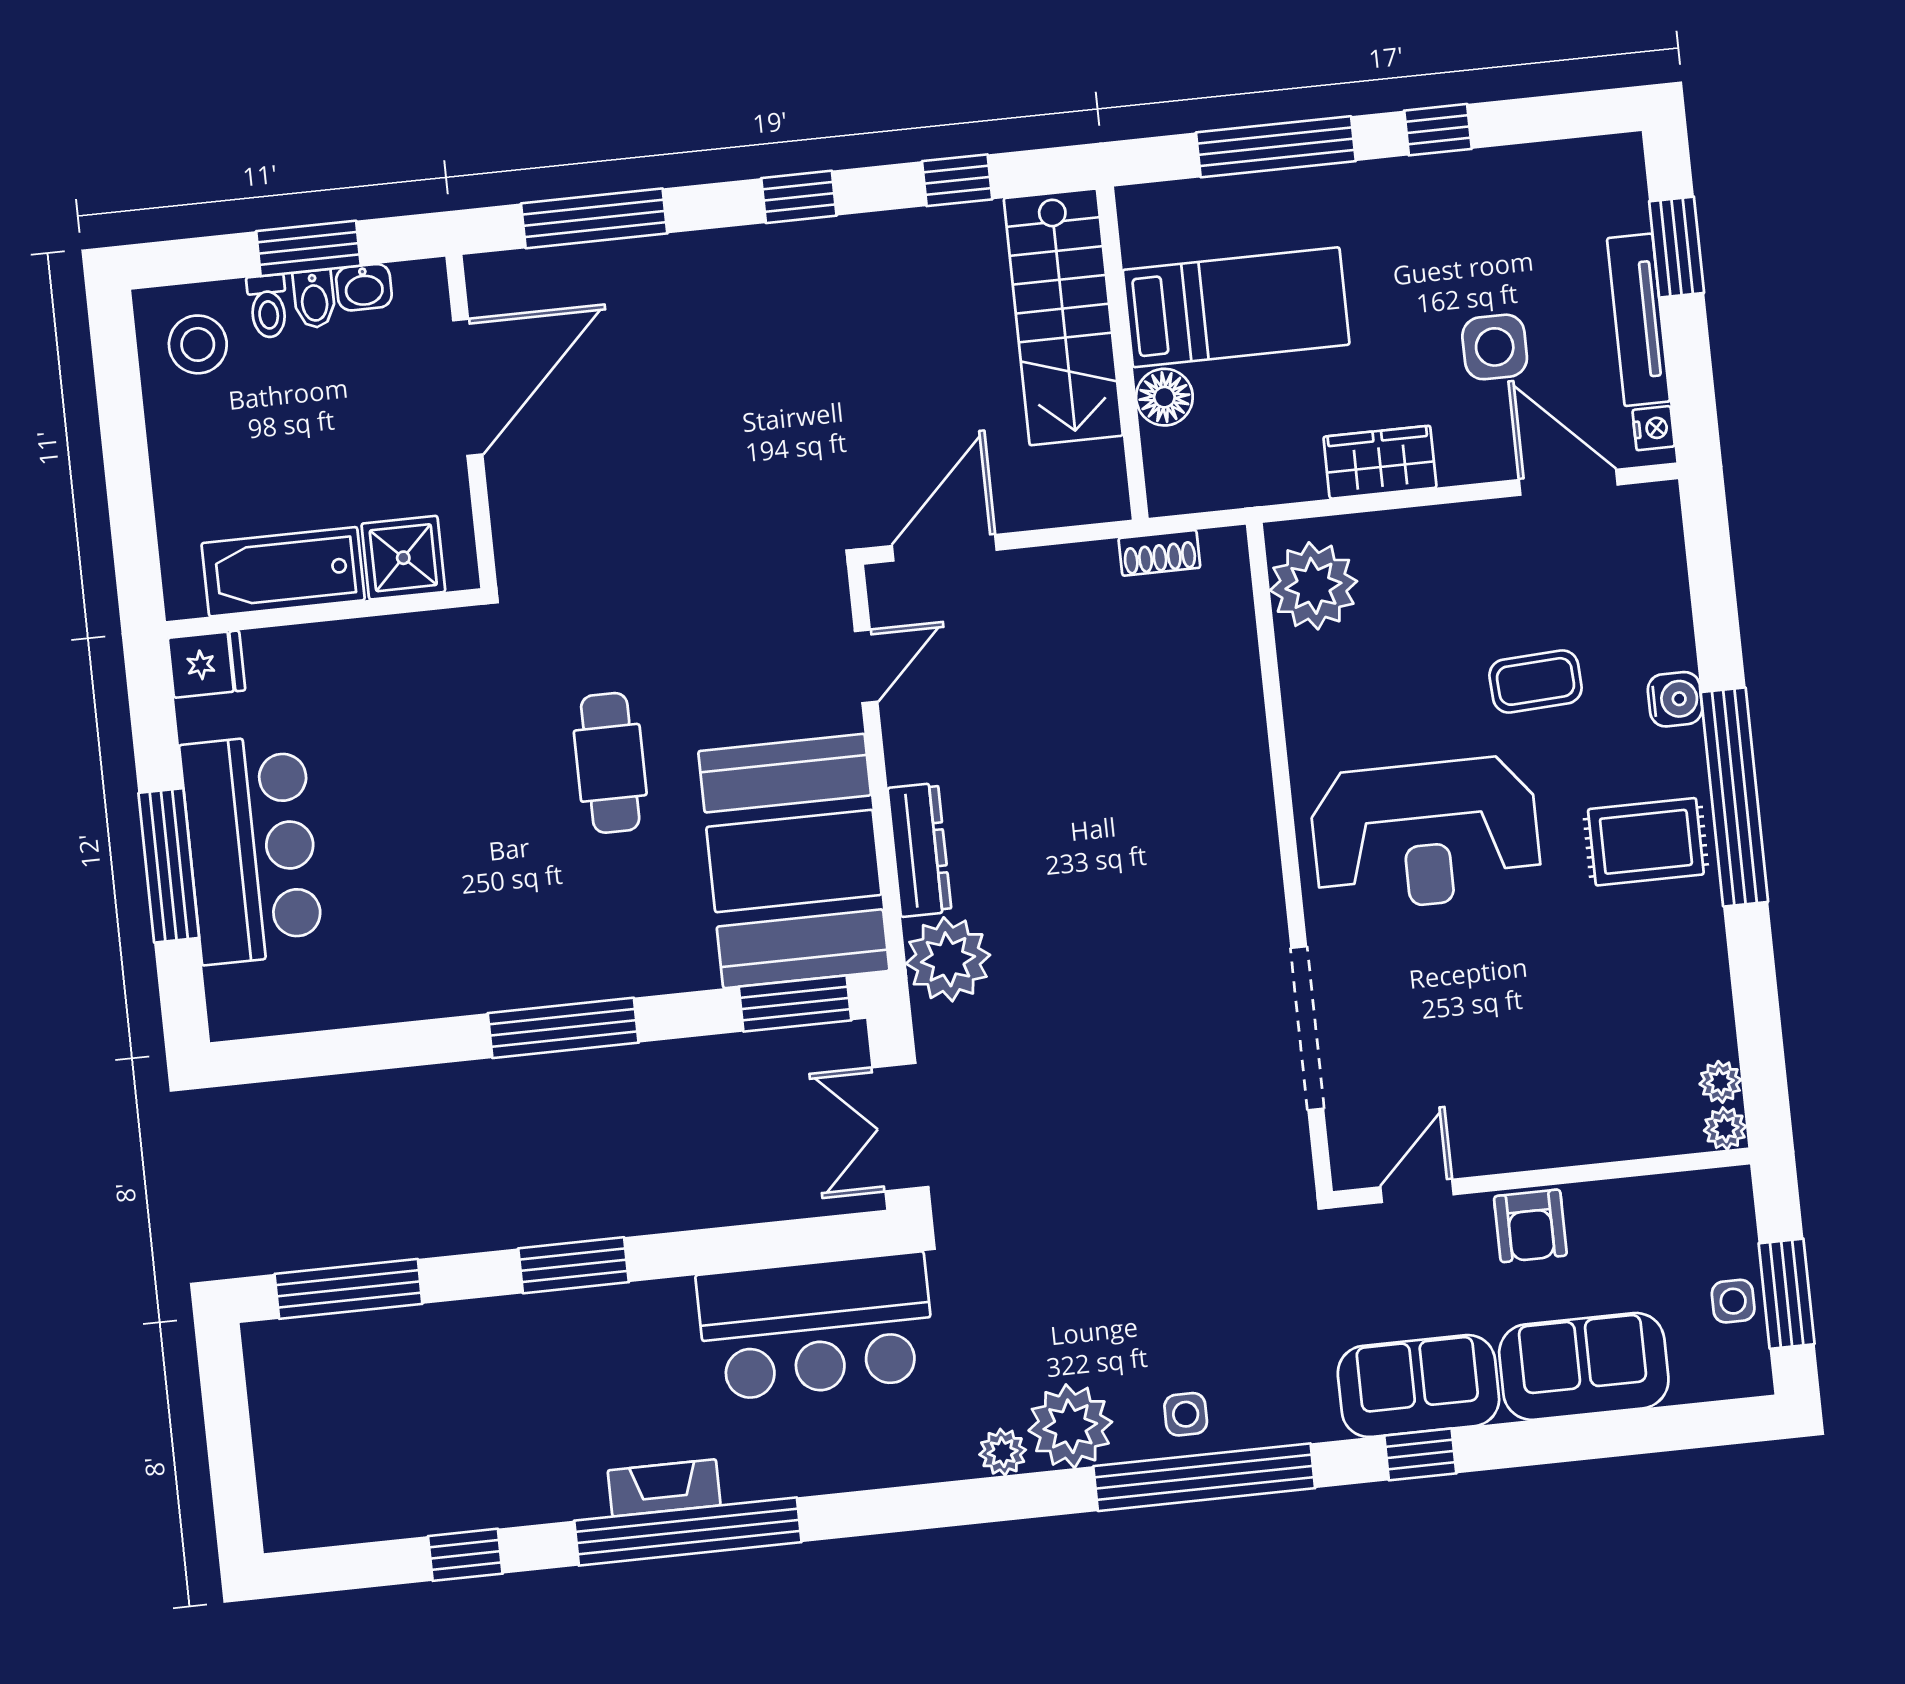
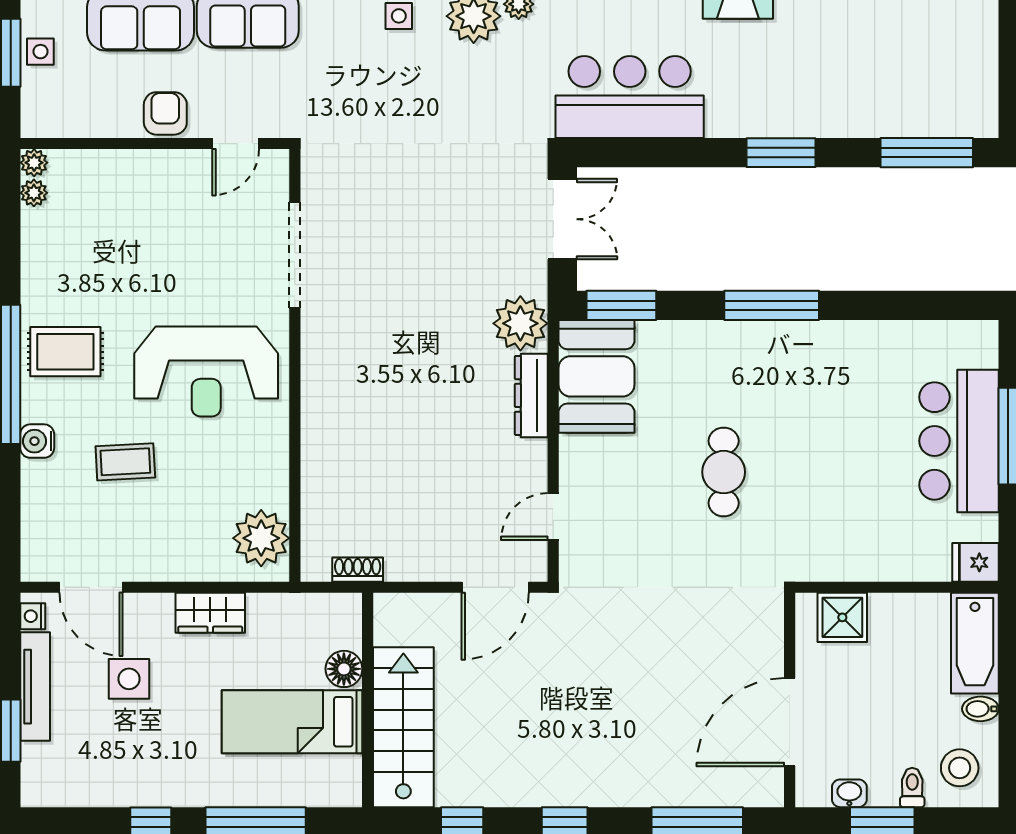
bidet: (314, 299) -> (980, 709), moved, turned -90
bathtub: (283, 572) -> (975, 643), moved, turned 90
reception desk: (1425, 834) -> (206, 371), turned 180
booth: (794, 861) -> (597, 376), width x0.73, depth x0.70

